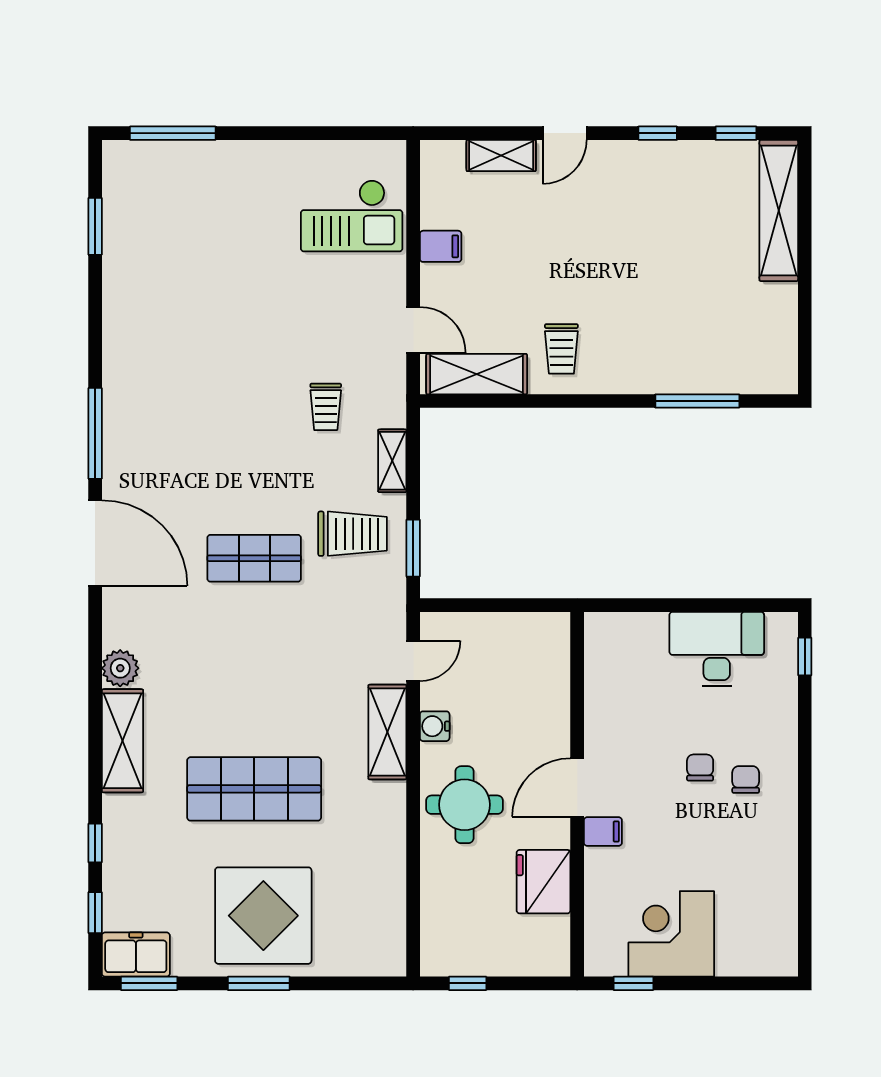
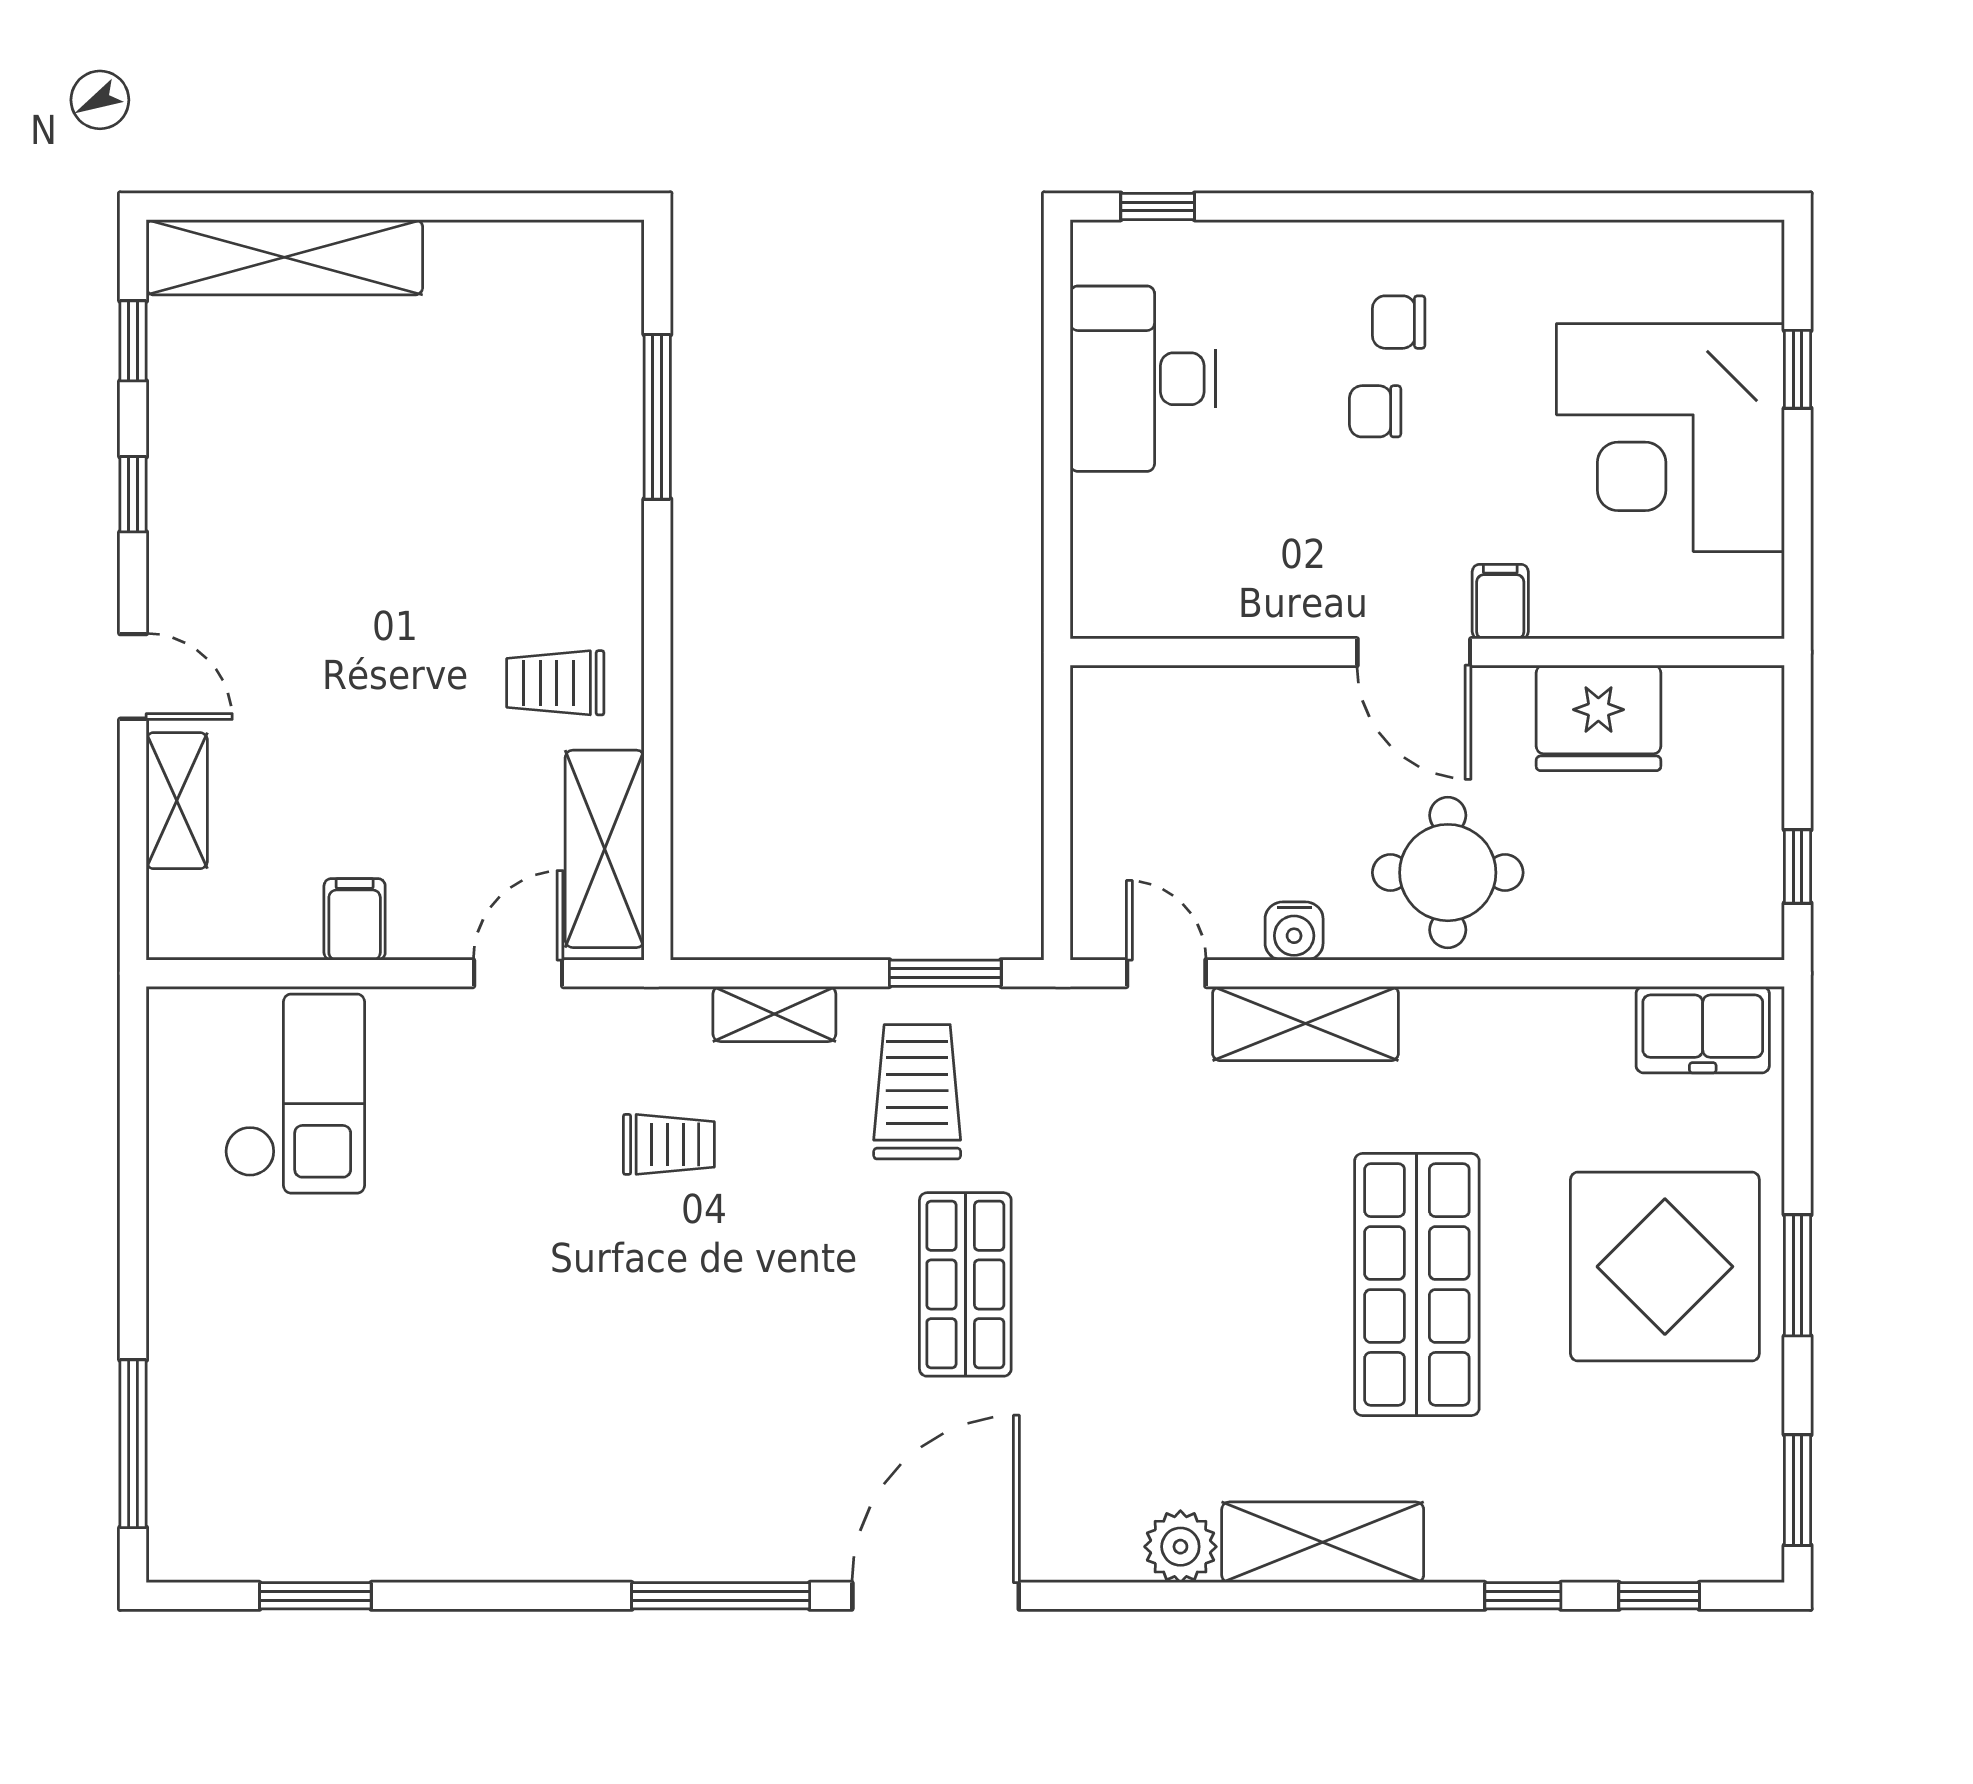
trolley: (561, 349) -> (555, 683), turned 180
corner desk: (671, 934) -> (1670, 438), width x1.36, depth x1.36
freezer: (136, 955) -> (1703, 1030), moved, turned -90
window: (633, 983) -> (1798, 369), moved

